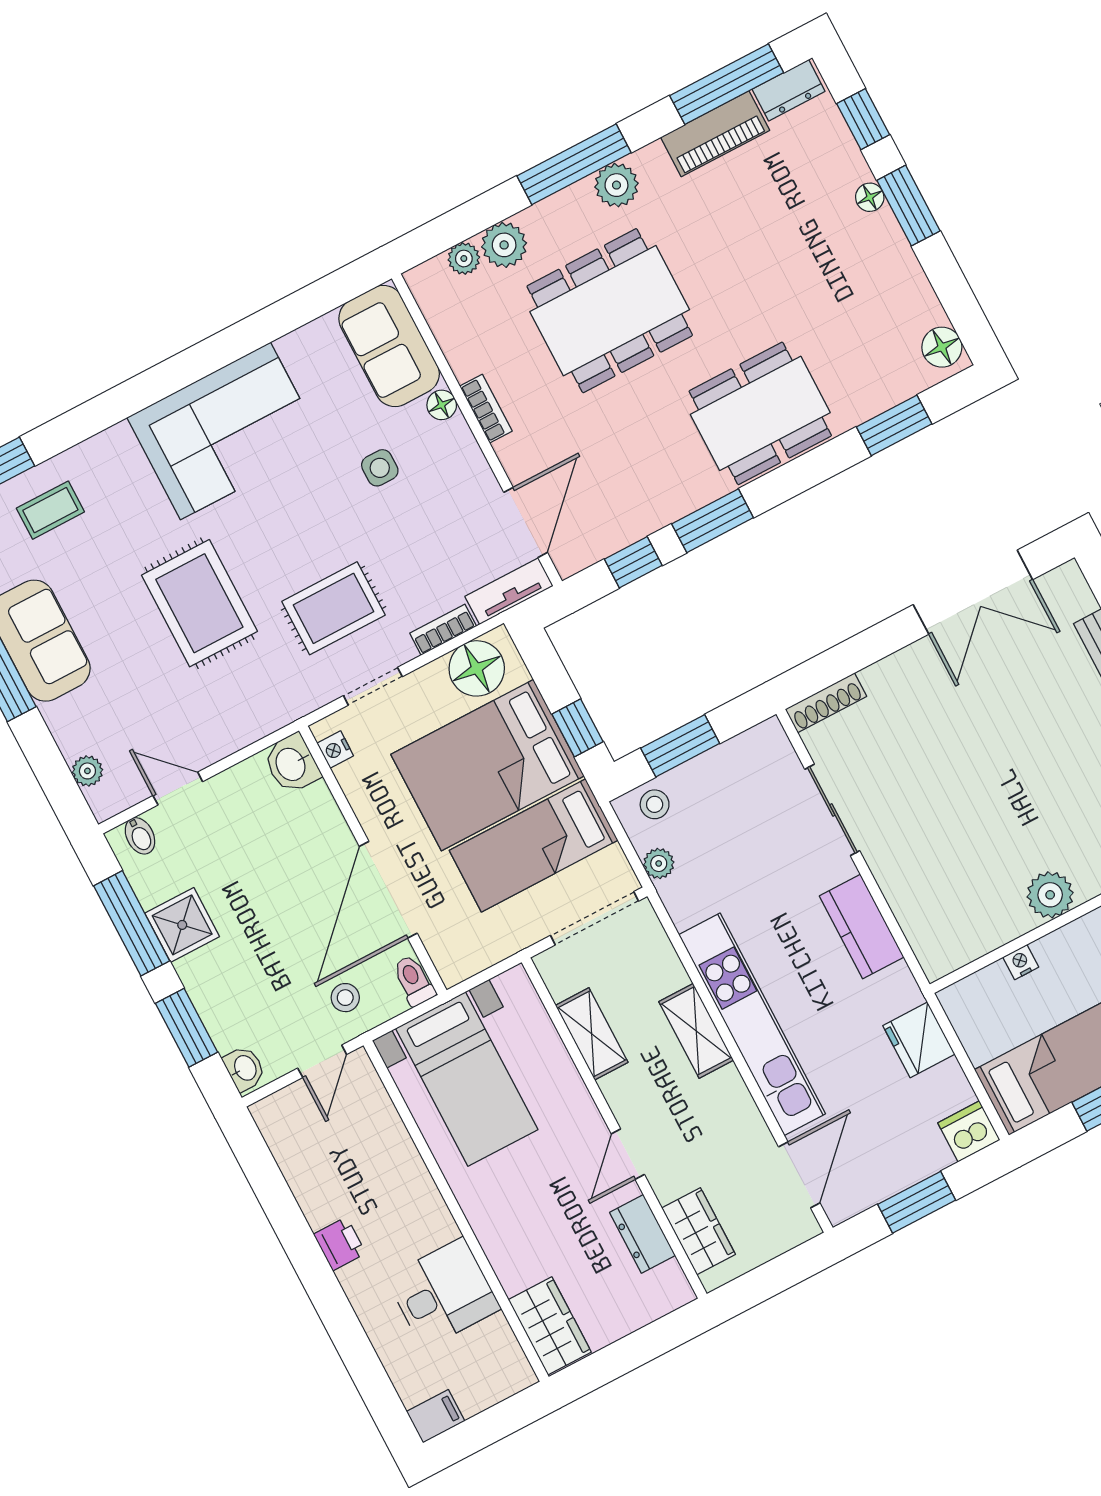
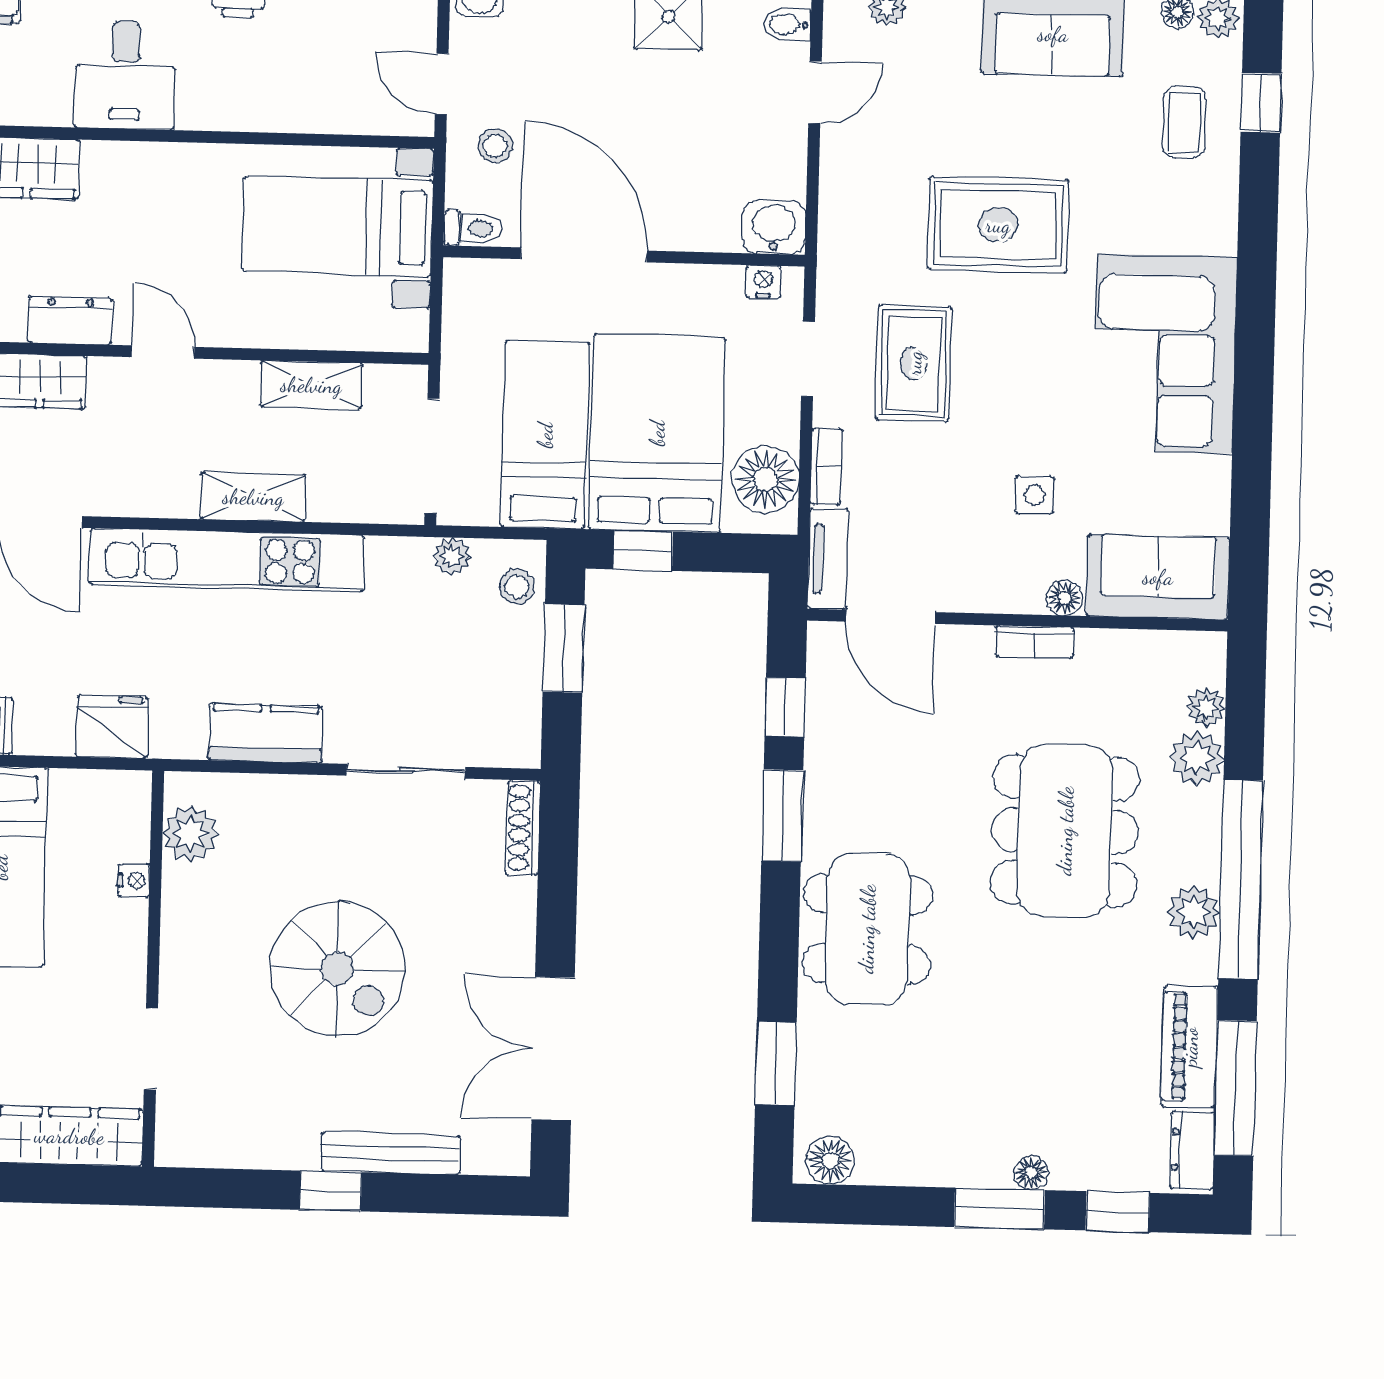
window: (574, 164) -> (1241, 880), width x1.46
spiral stairs: (1002, 780) -> (338, 969), added
plant: (1050, 895) -> (191, 834), moved

